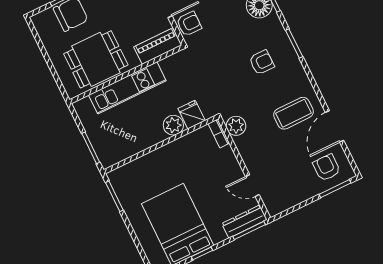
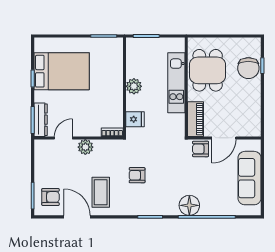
armchair: (189, 24) -> (201, 149), turned 90
armchair: (262, 62) -> (137, 175), moved, turned 90
plant: (173, 125) -> (134, 86), moved
plant: (236, 126) -> (85, 147), moved

